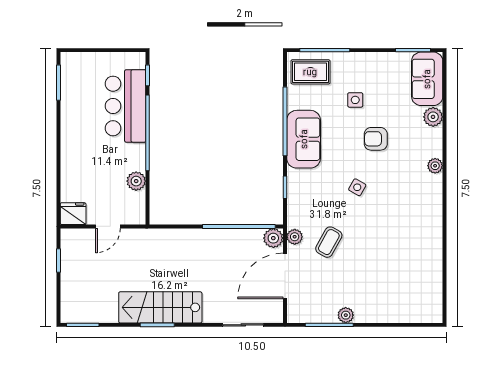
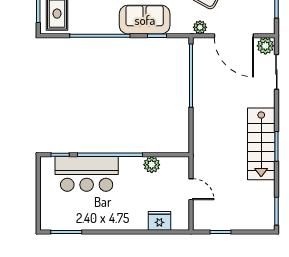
sofa: (304, 139) -> (145, 20), moved
fridge: (73, 214) -> (159, 221), moved, turned 90
plant: (273, 238) -> (265, 46), moved

